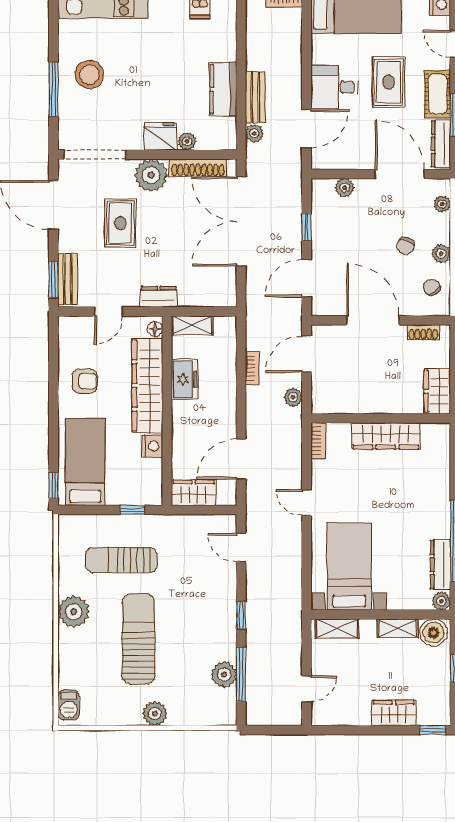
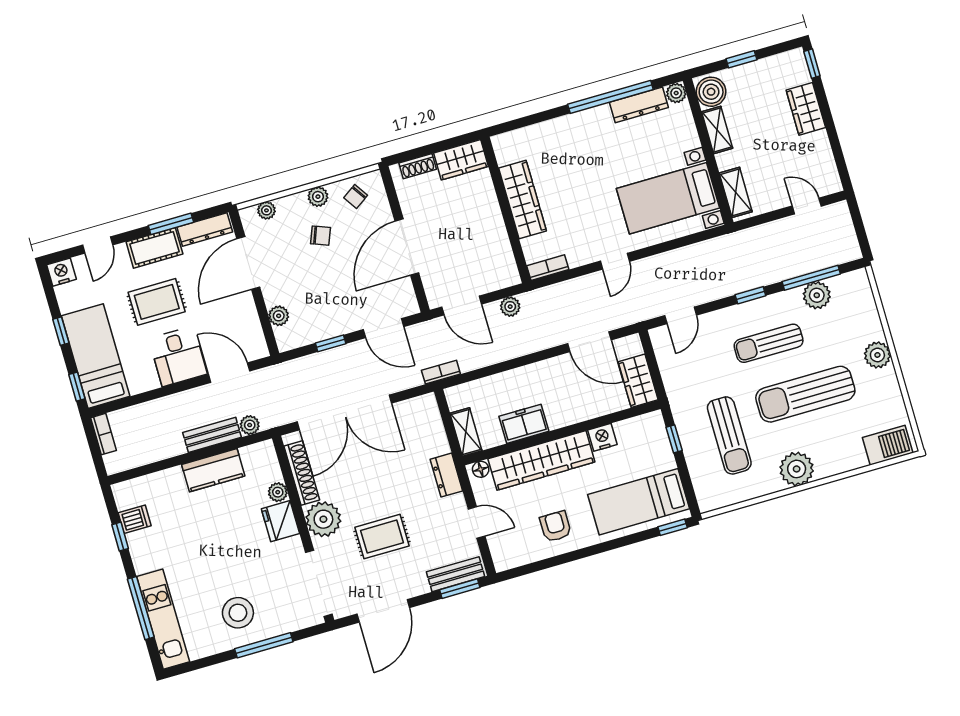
shoe rack: (423, 332) -> (418, 166), moved, turned 90
bookcase: (252, 368) -> (441, 372), moved
sun lounger: (194, 619) -> (769, 343), added
barbecue: (69, 705) -> (888, 445), width x1.38, depth x1.27

